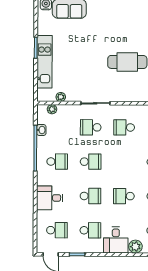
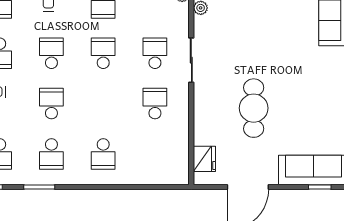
school desk: (91, 162) -> (103, 53), turned 180
school desk: (90, 196) -> (51, 53), turned 180

